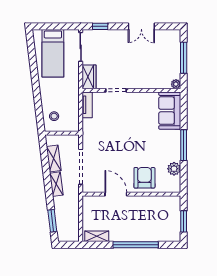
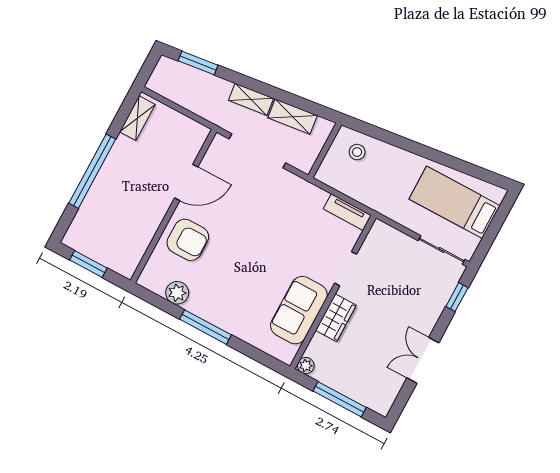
wardrobe: (89, 77) -> (336, 318), moved, turned -90
sofa: (170, 111) -> (299, 310), moved, turned -90

